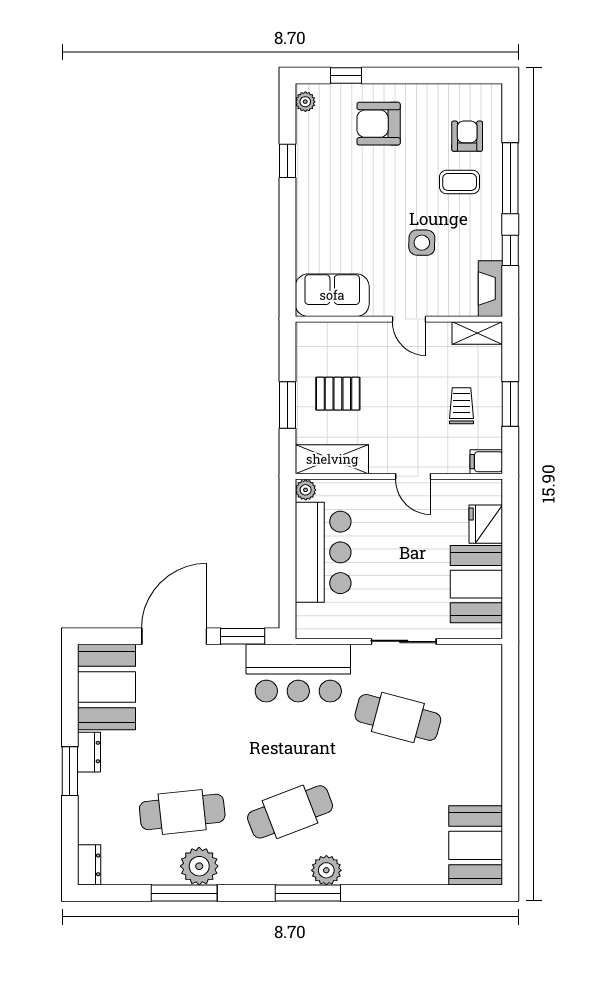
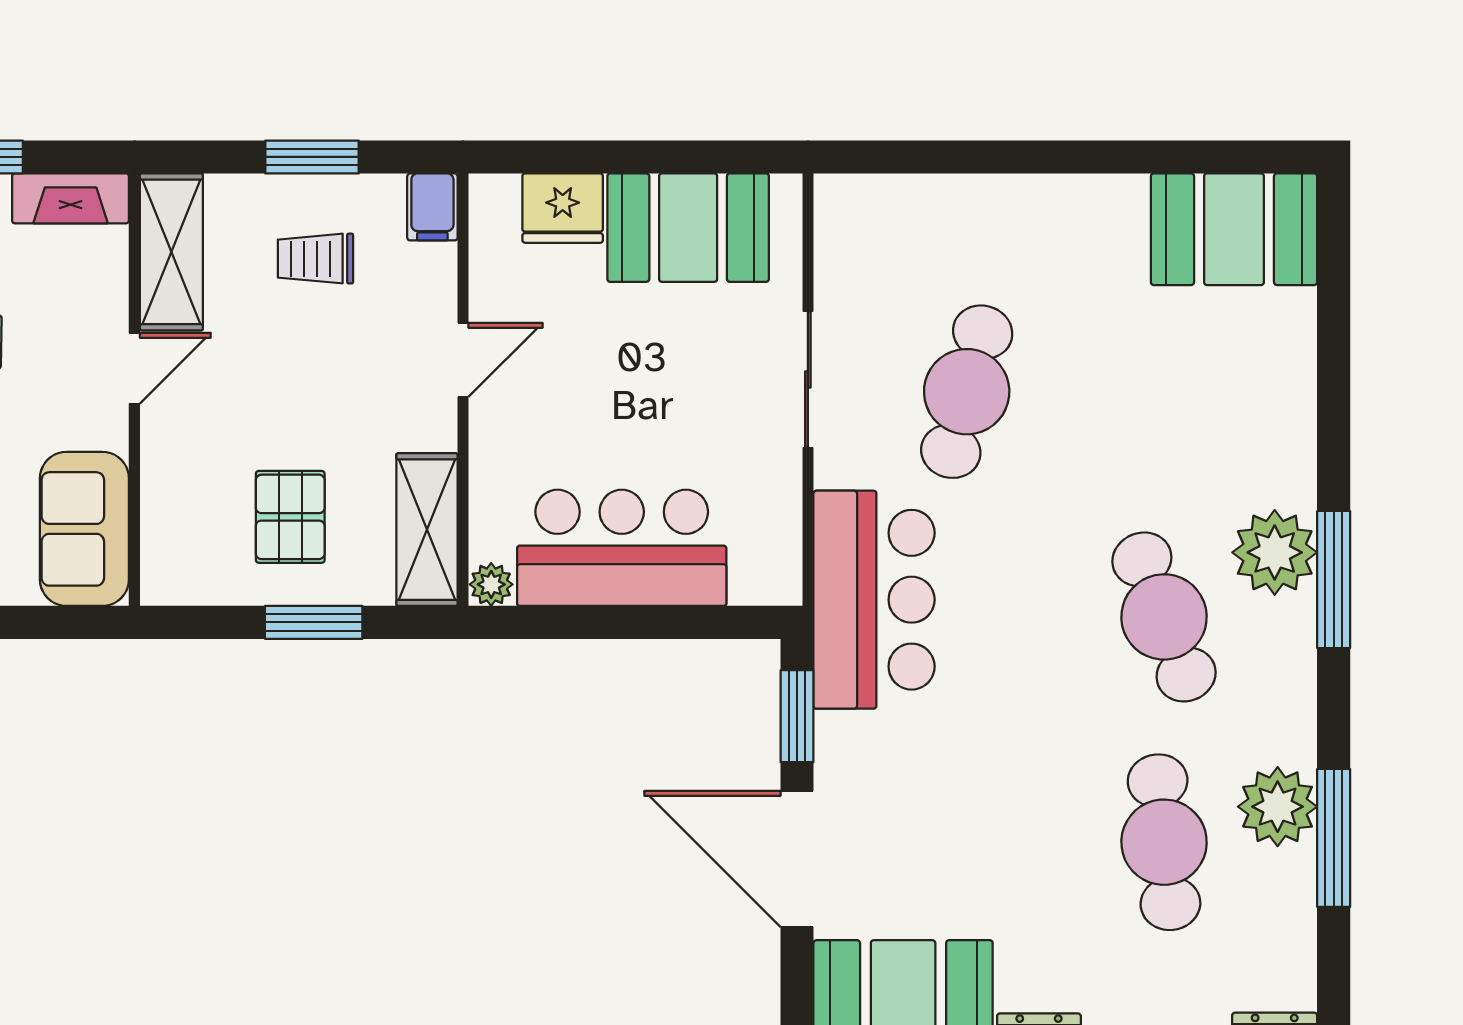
shelving: (477, 333) -> (171, 252), width x1.50, depth x1.33
plant: (326, 870) -> (1275, 552), width x1.36, depth x1.36

